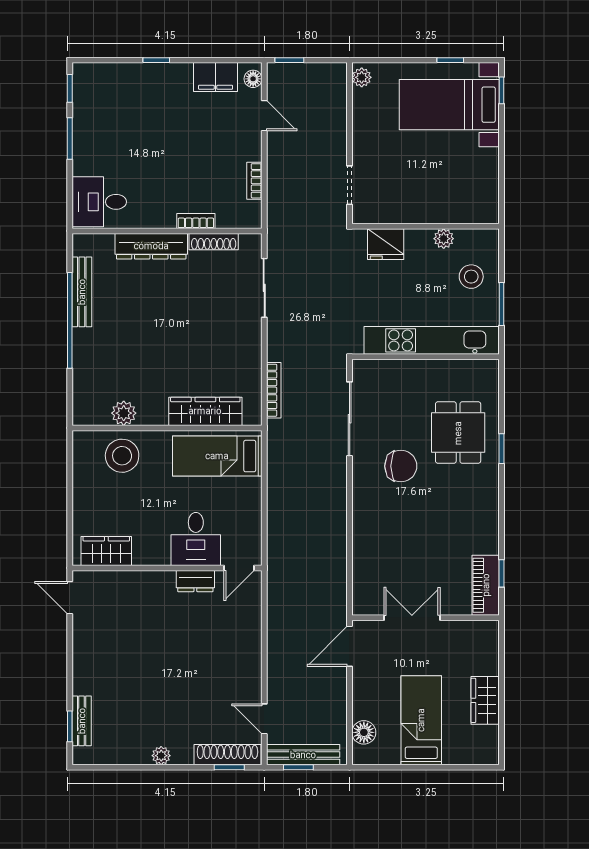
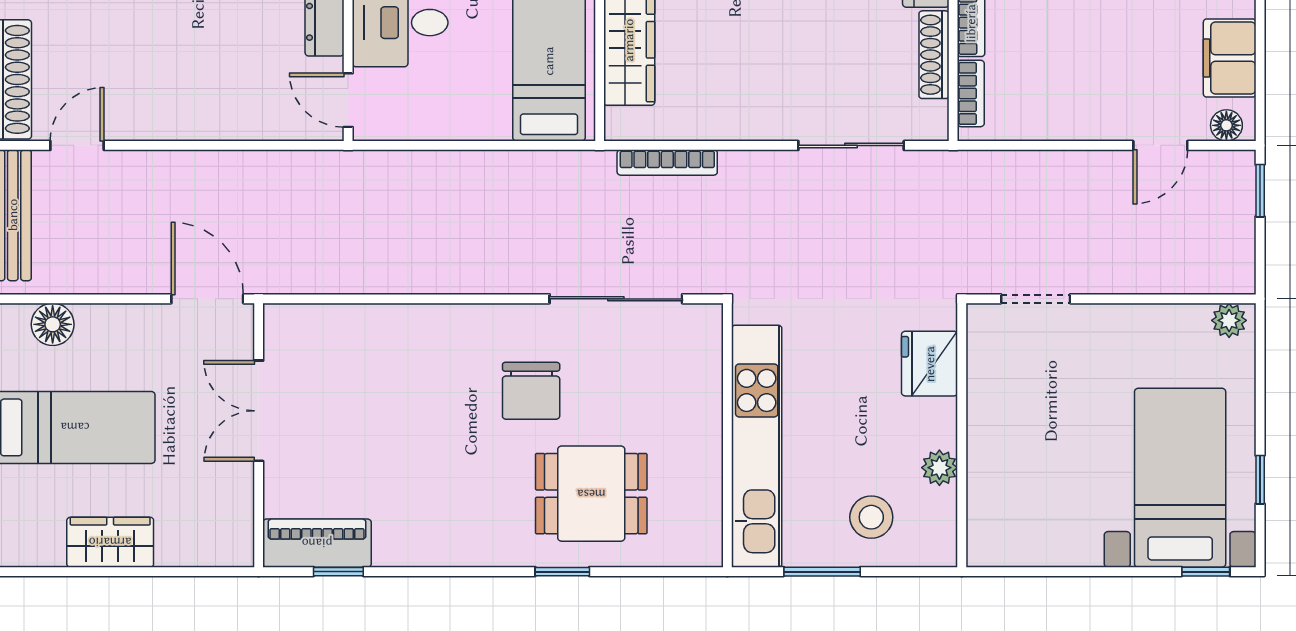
bookcase: (254, 181) -> (971, 93), moved, turned 90
double door: (412, 618) -> (259, 411), swing flipped

